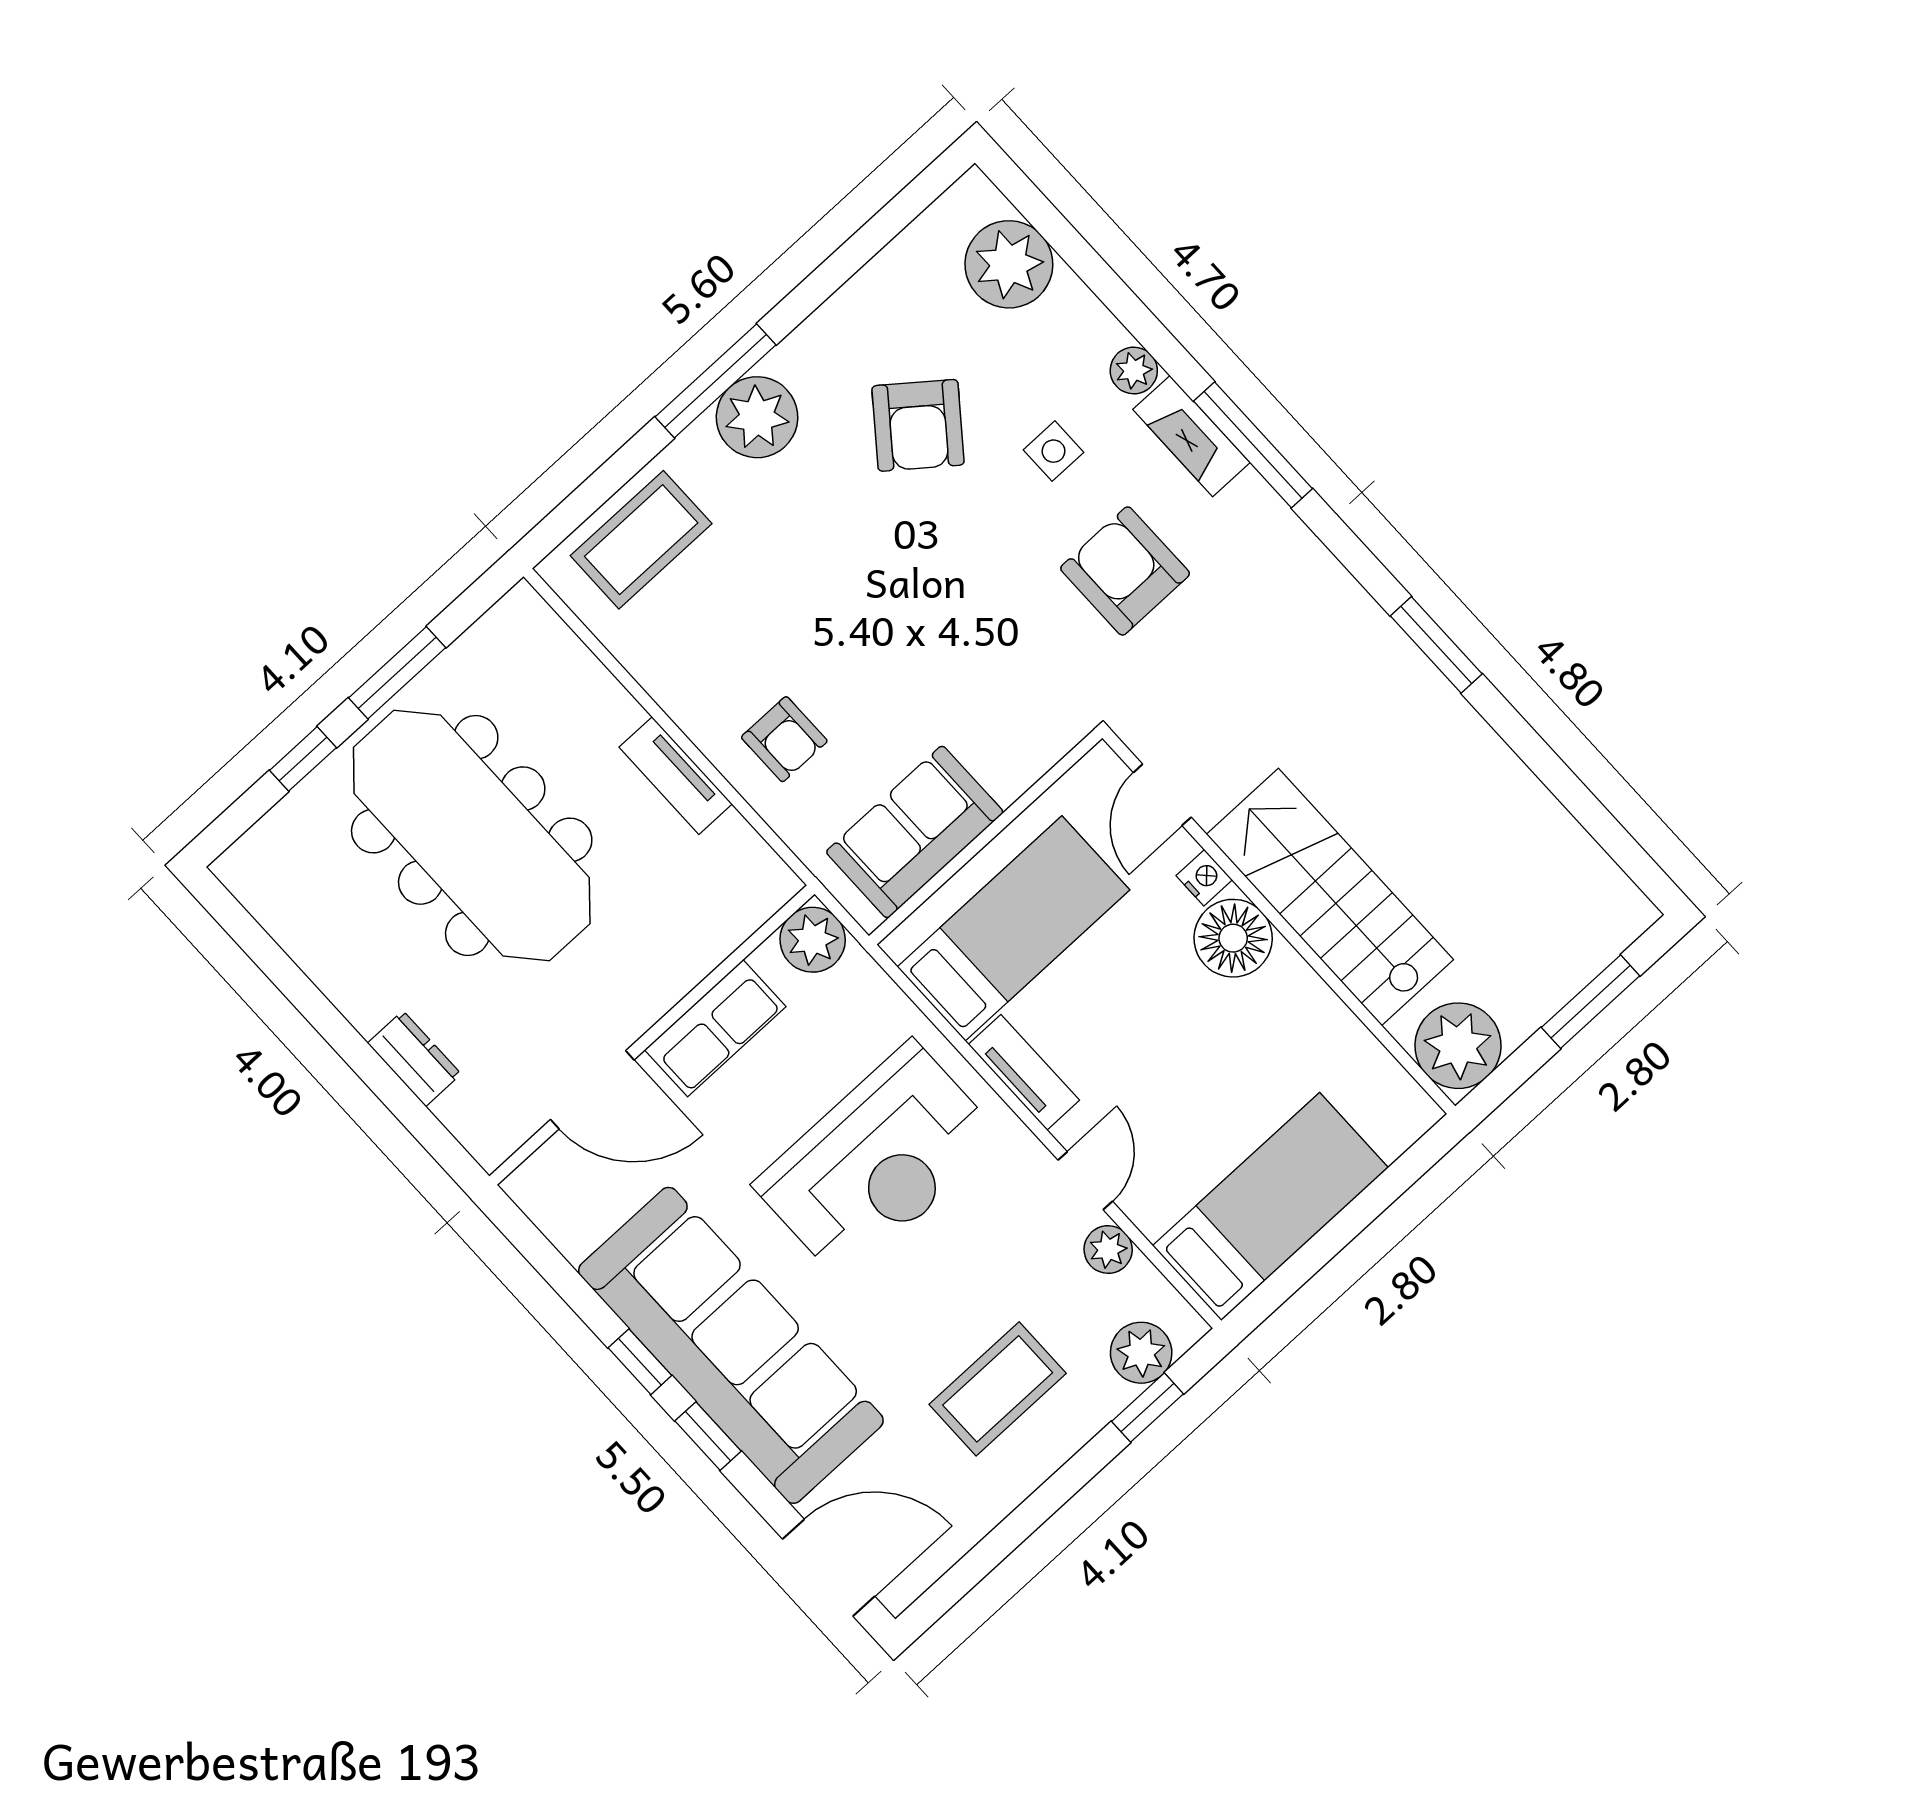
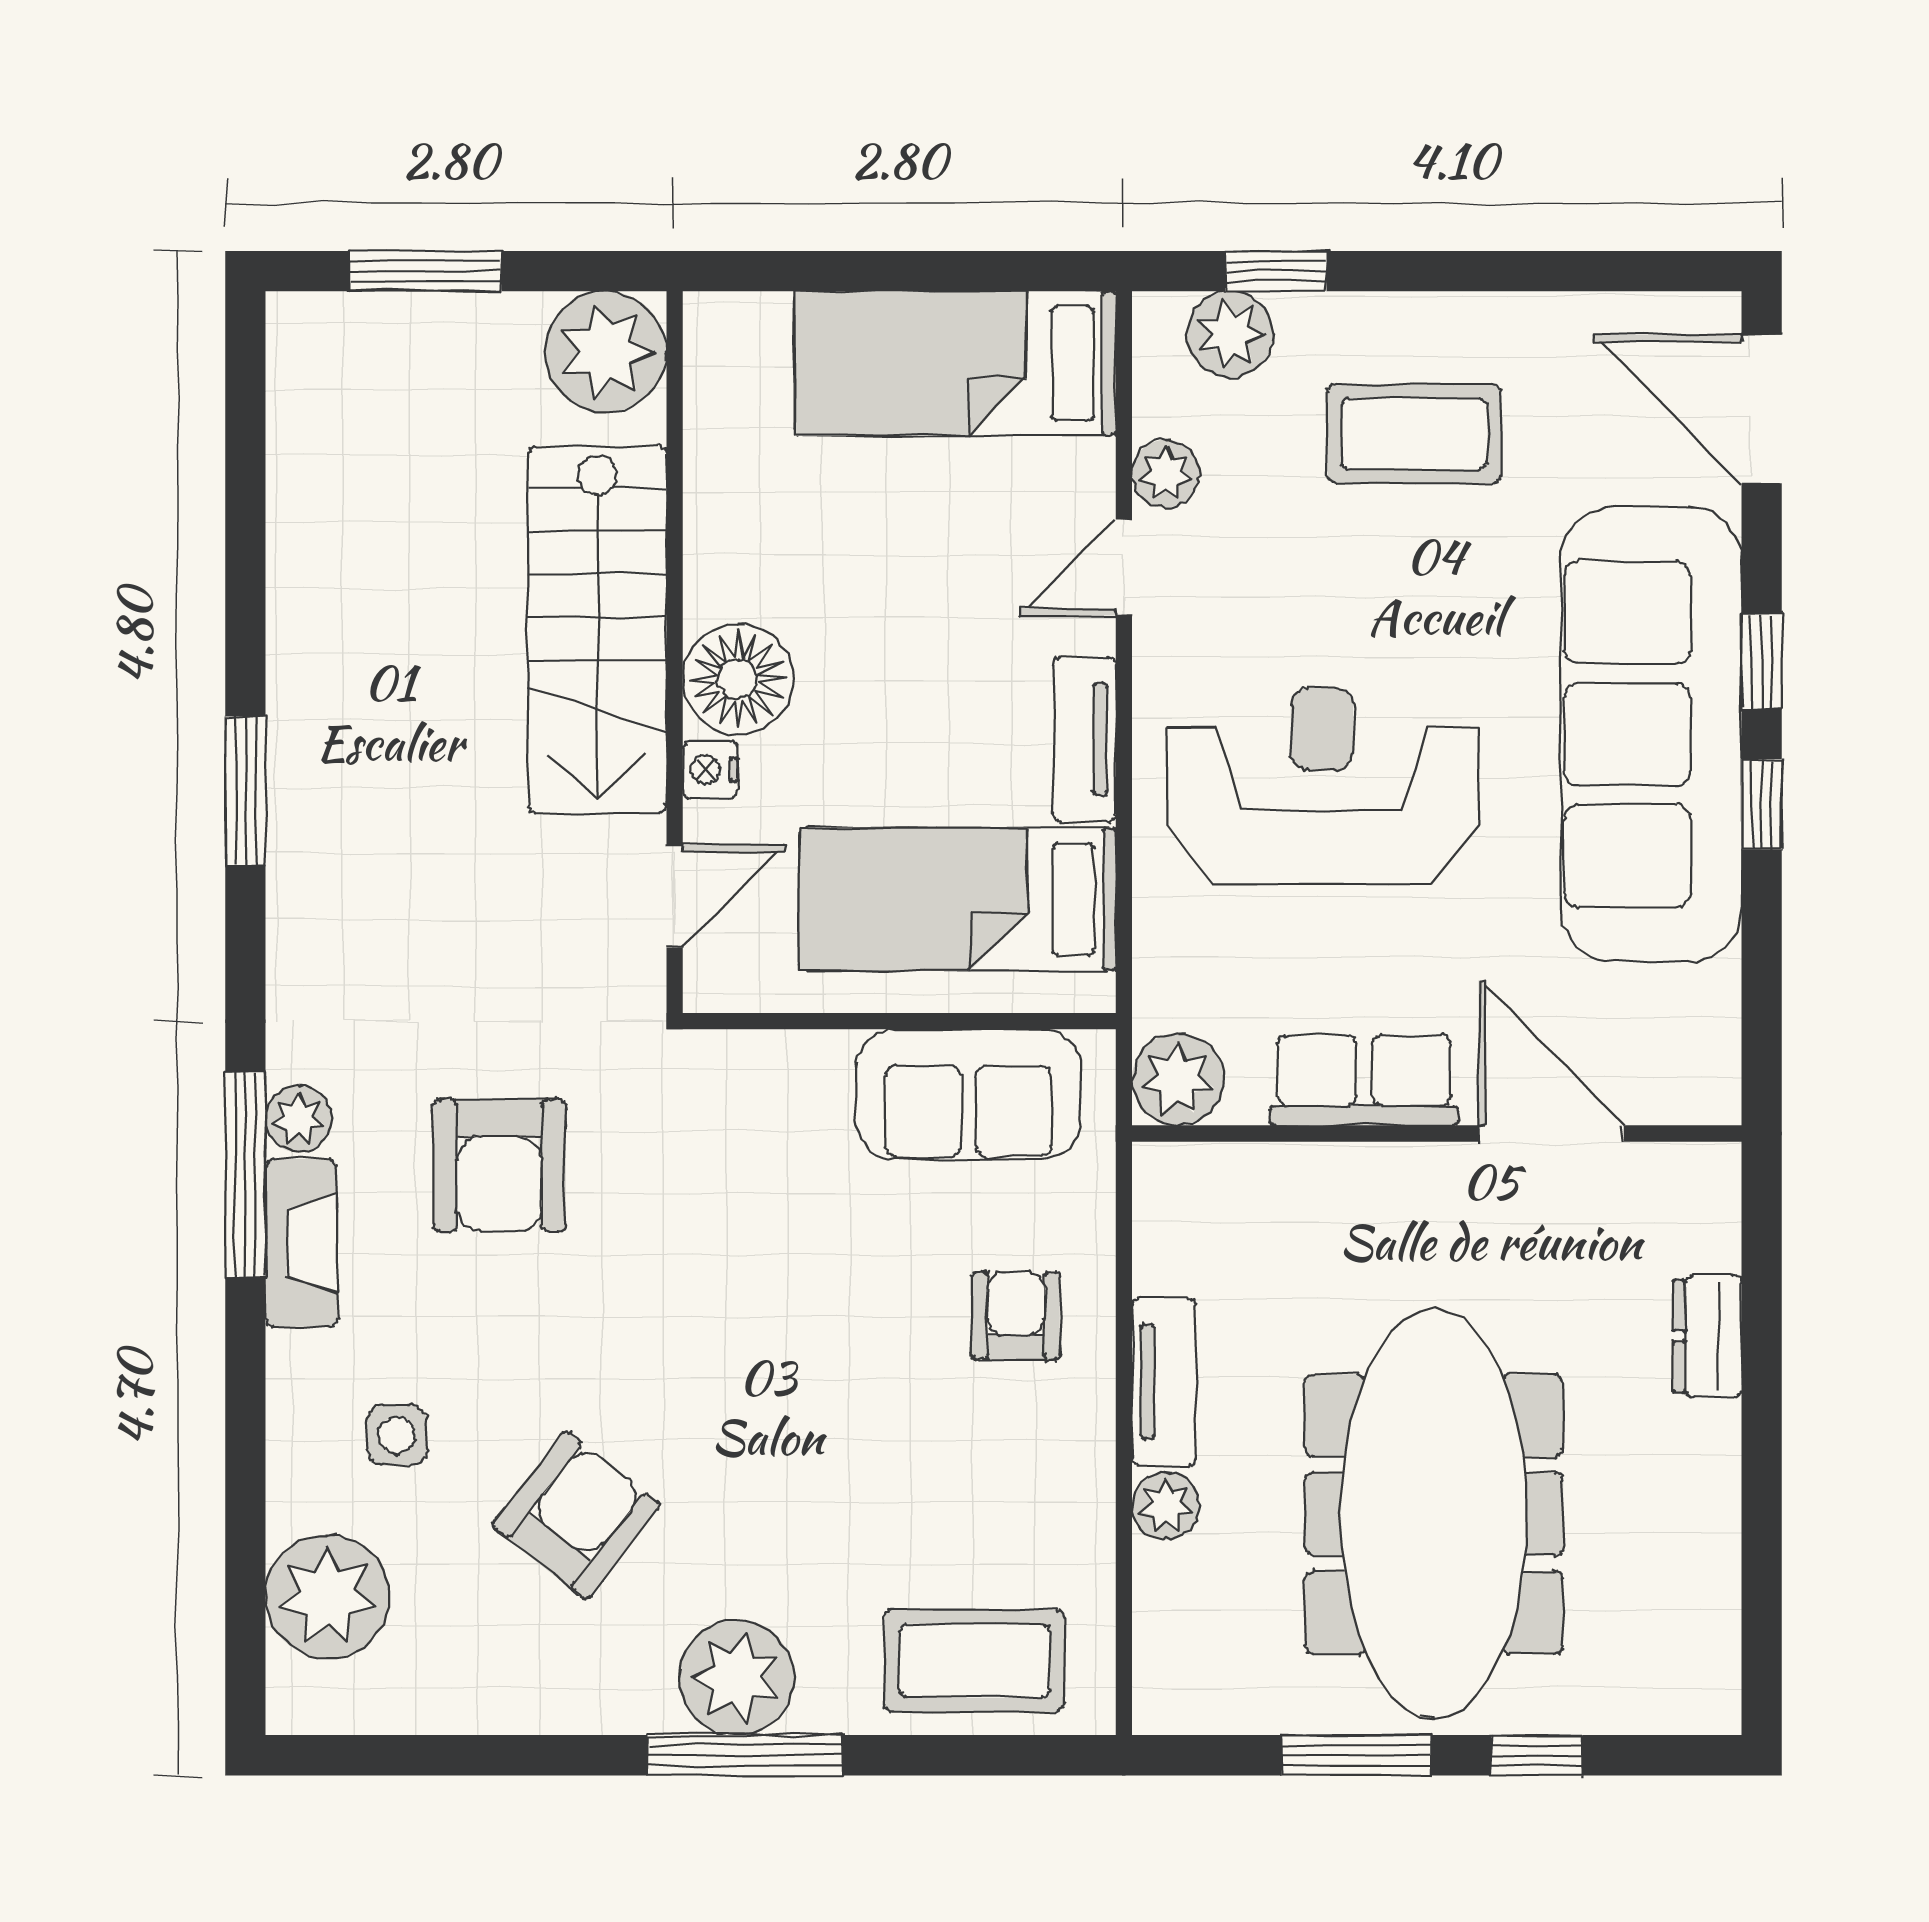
plant: (1134, 370) -> (299, 1119), moved
side table: (1053, 451) -> (397, 1435), moved
plant: (615, 712) -> (1166, 1506), added

